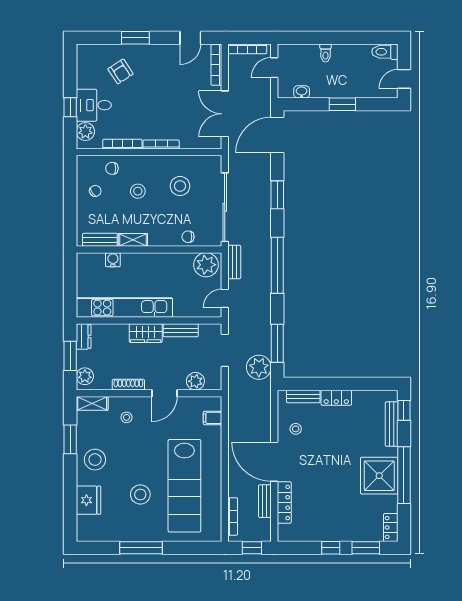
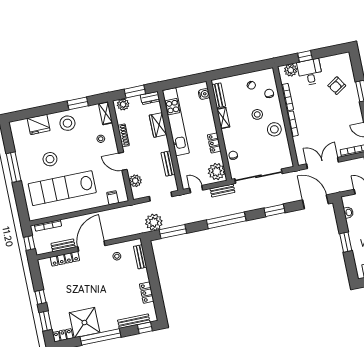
stool: (180, 186) -> (274, 129), moved
water cooler: (113, 260) -> (204, 94), moved
locker: (165, 260) -> (214, 143), added
wardrobe: (146, 333) -> (158, 125), moved
locker: (336, 398) -> (147, 293), moved
shower: (379, 476) -> (84, 323), moved

